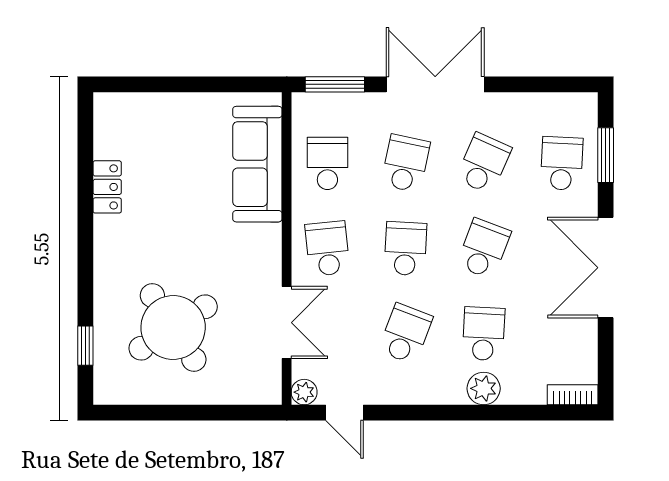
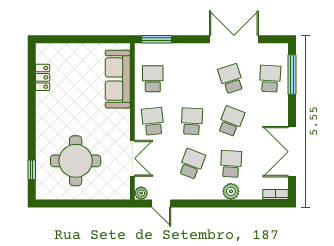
double door: (435, 84) -> (234, 39), moved
window: (606, 155) -> (292, 75), width x1.44
school desk: (405, 163) -> (192, 79), removed
school desk: (484, 163) -> (231, 79), turned -42
locker: (107, 187) -> (43, 77), moved
double door: (606, 268) -> (292, 152), moved
round table: (173, 327) -> (76, 161), turned 33

